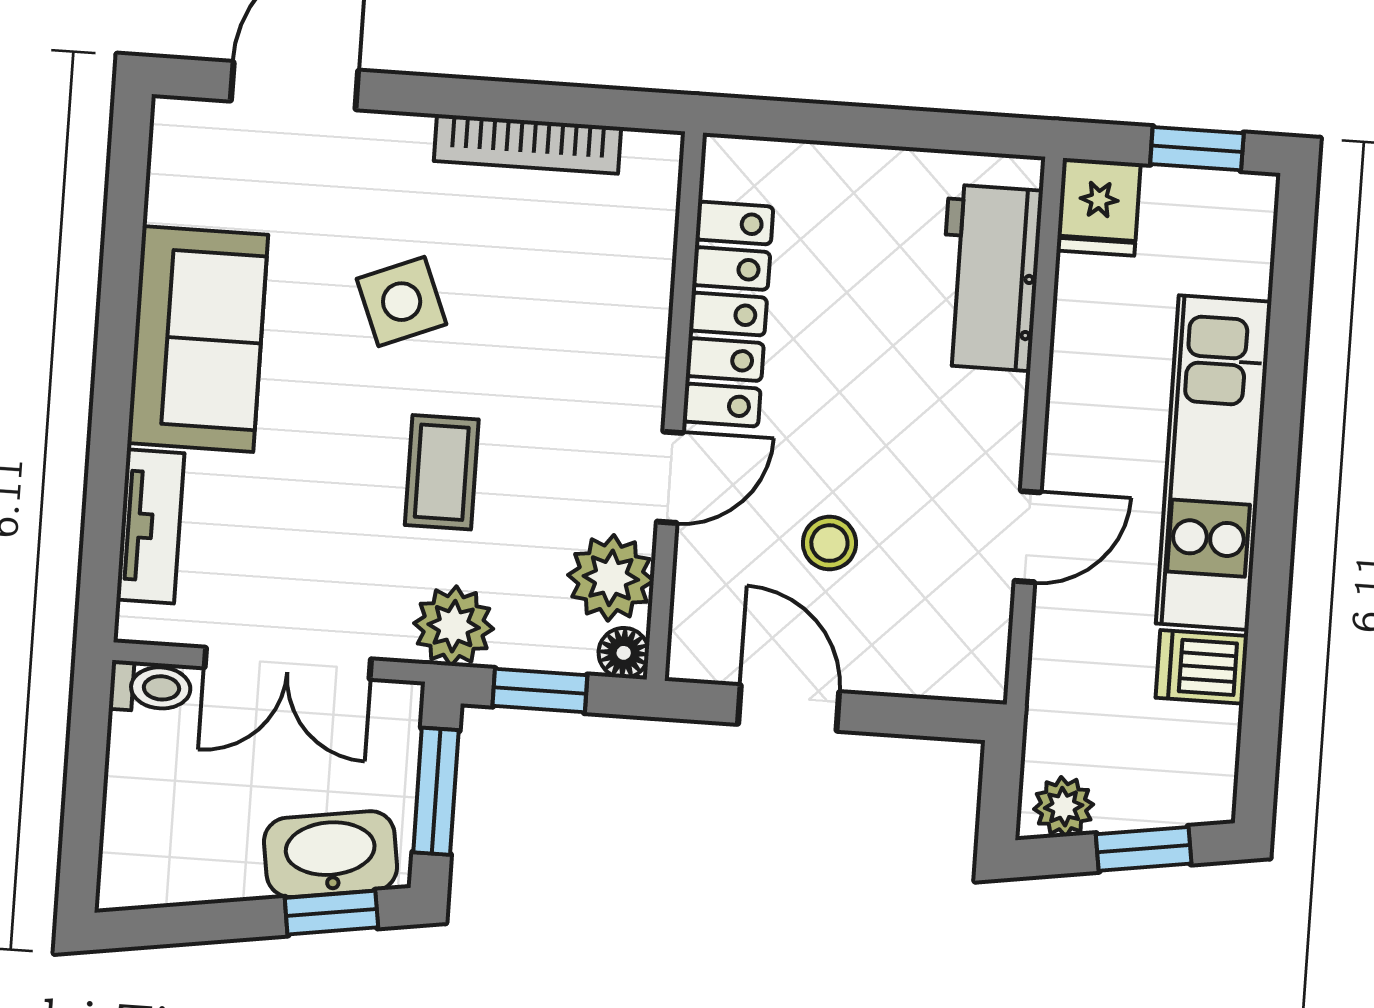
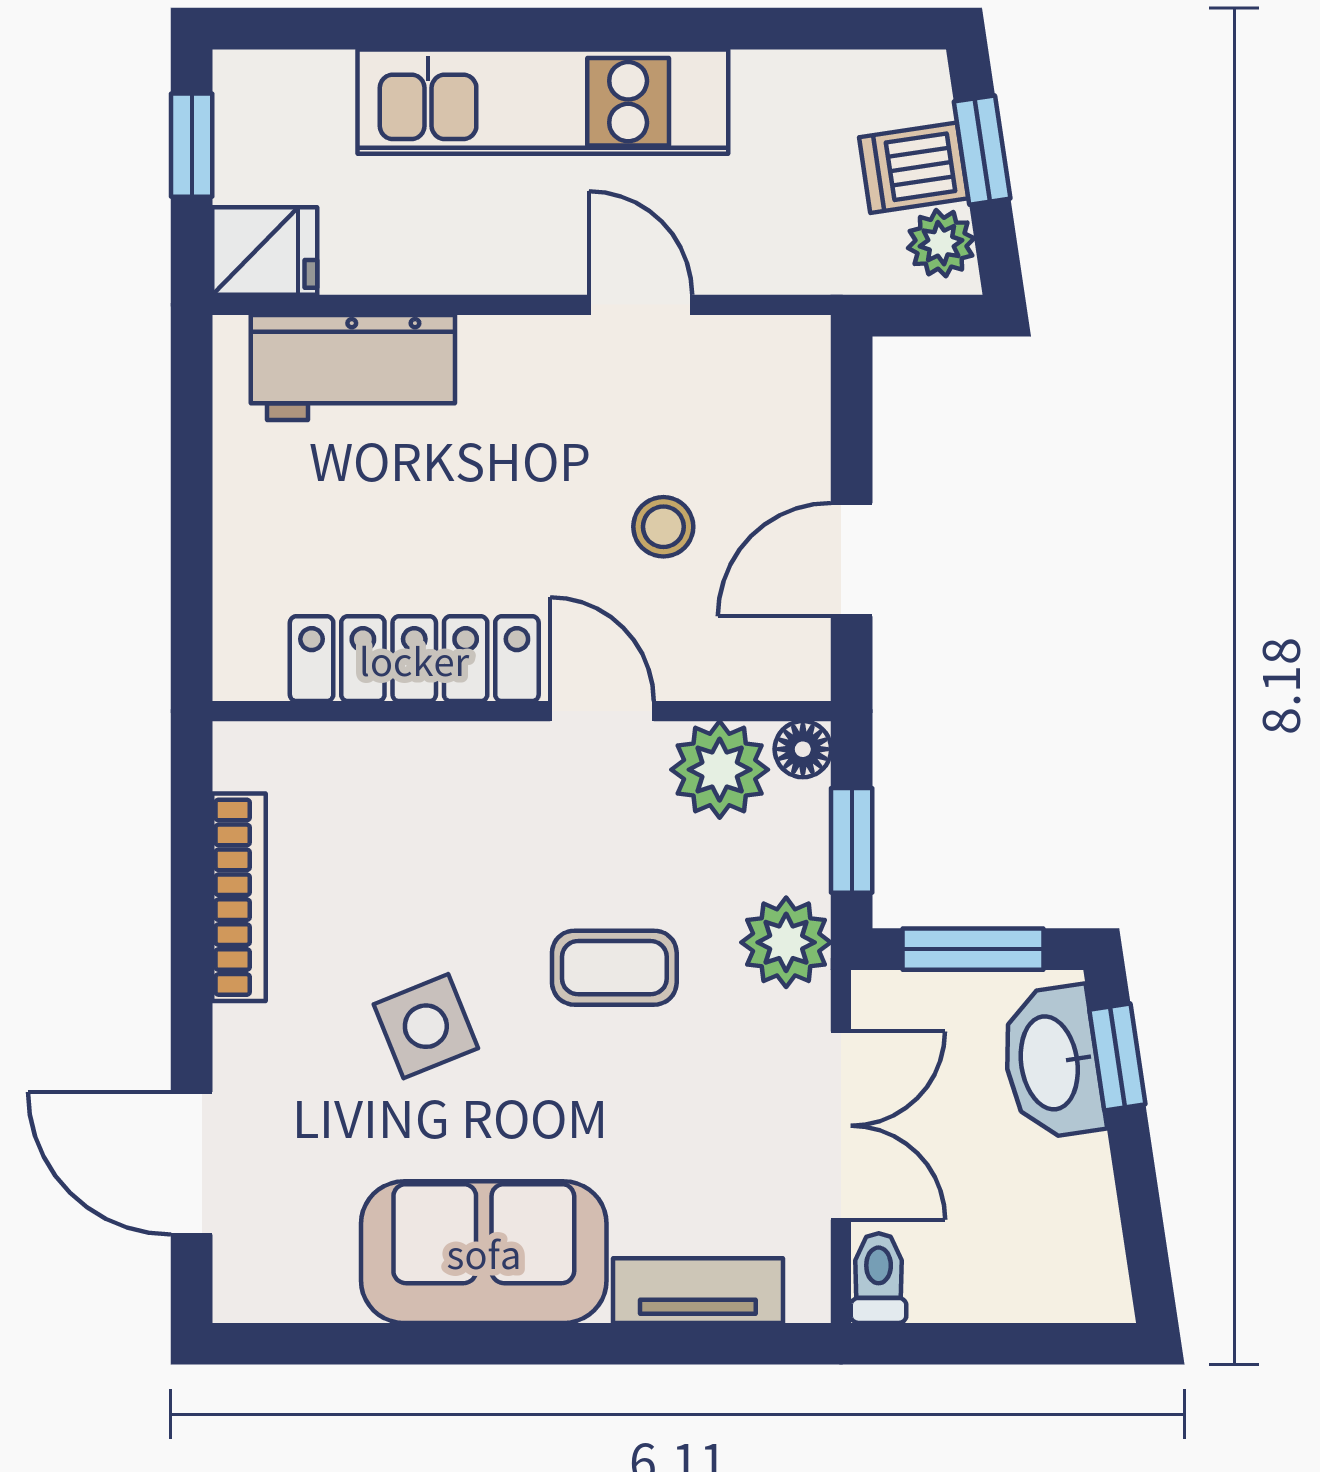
dishwasher: (1202, 667) -> (914, 168), moved, turned 82

